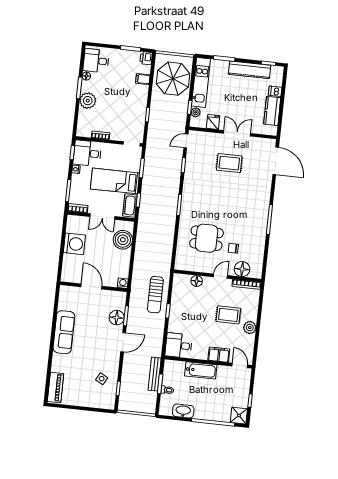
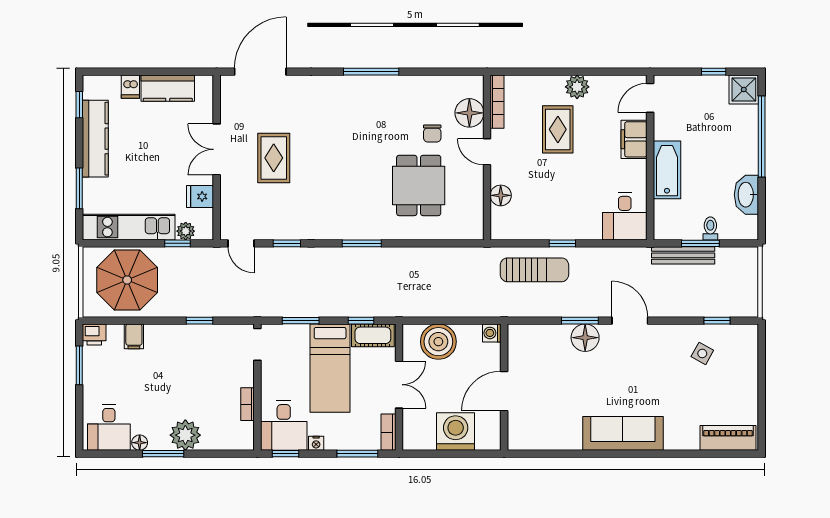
washing machine: (123, 283) -> (492, 333), moved
door: (91, 287) -> (504, 391), moved
wall: (94, 287) -> (504, 387), moved

